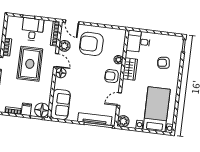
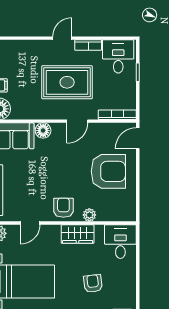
desk: (33, 29) -> (118, 56), moved, turned -90
armchair: (91, 44) -> (108, 171), turned 90
plant: (64, 46) -> (100, 131), removed
floor lamp: (61, 73) -> (43, 131), moved
door: (119, 99) -> (30, 223), swing flipped

